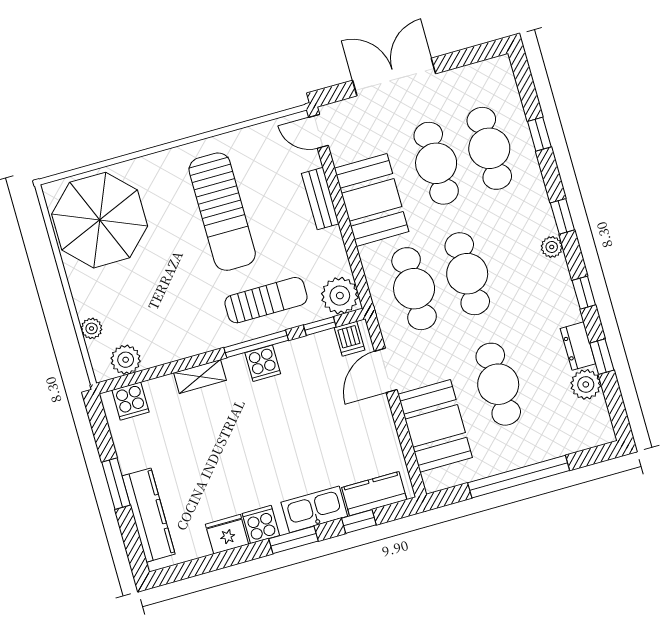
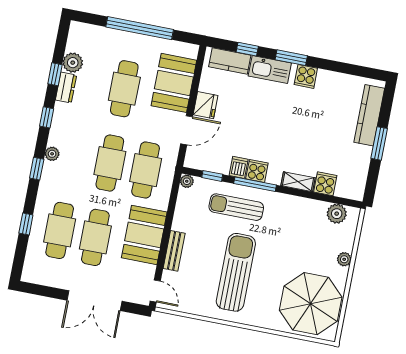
plant: (340, 296) -> (187, 181), width x0.53, depth x0.53
plant: (92, 328) -> (344, 259), moved
dishwasher: (349, 339) -> (239, 167), moved
cooker: (131, 401) -> (325, 184), moved
fridge: (227, 534) -> (205, 105), moved, turned -90

